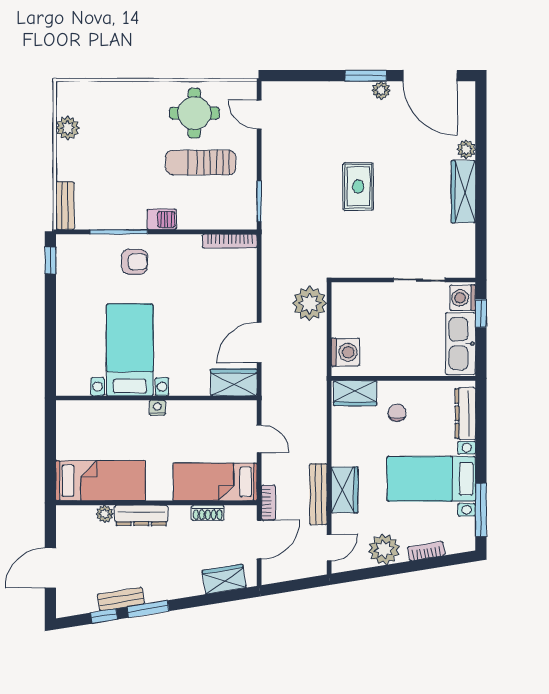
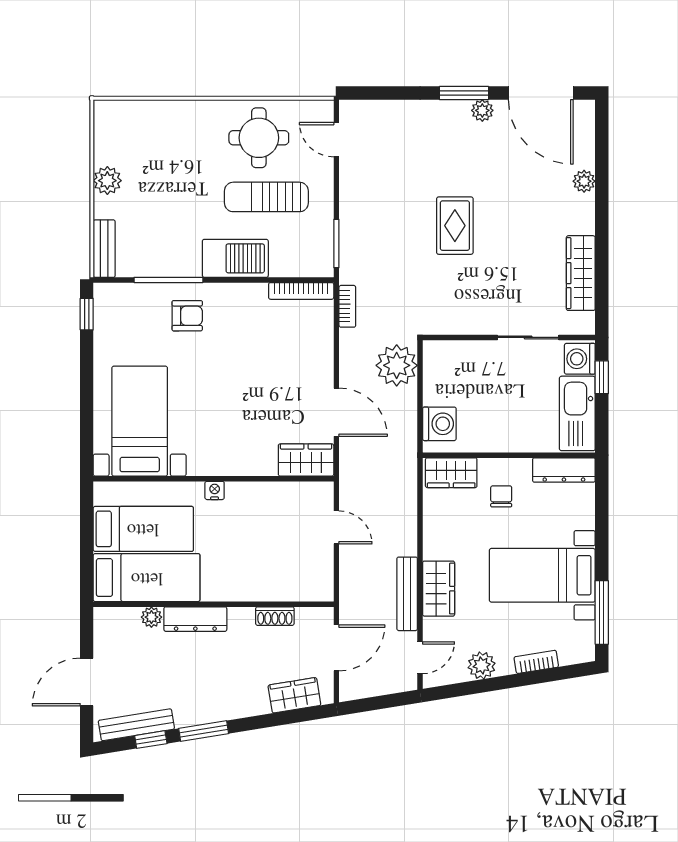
plant: (68, 128) -> (107, 181), moved
wardrobe: (463, 192) -> (581, 273), moved
barbecue: (162, 219) -> (235, 258), width x1.88, depth x1.53
door: (259, 342) -> (336, 412), swing flipped
bed with nightstands: (130, 350) -> (140, 421), moved
dresser: (465, 413) -> (564, 470), moved, turned -90
bed: (215, 482) -> (143, 529), moved, turned 180
bookcase: (268, 503) -> (347, 306), moved
plant: (384, 549) -> (482, 665), width x0.73, depth x0.73
bench: (121, 599) -> (136, 725), moved, width x1.36

